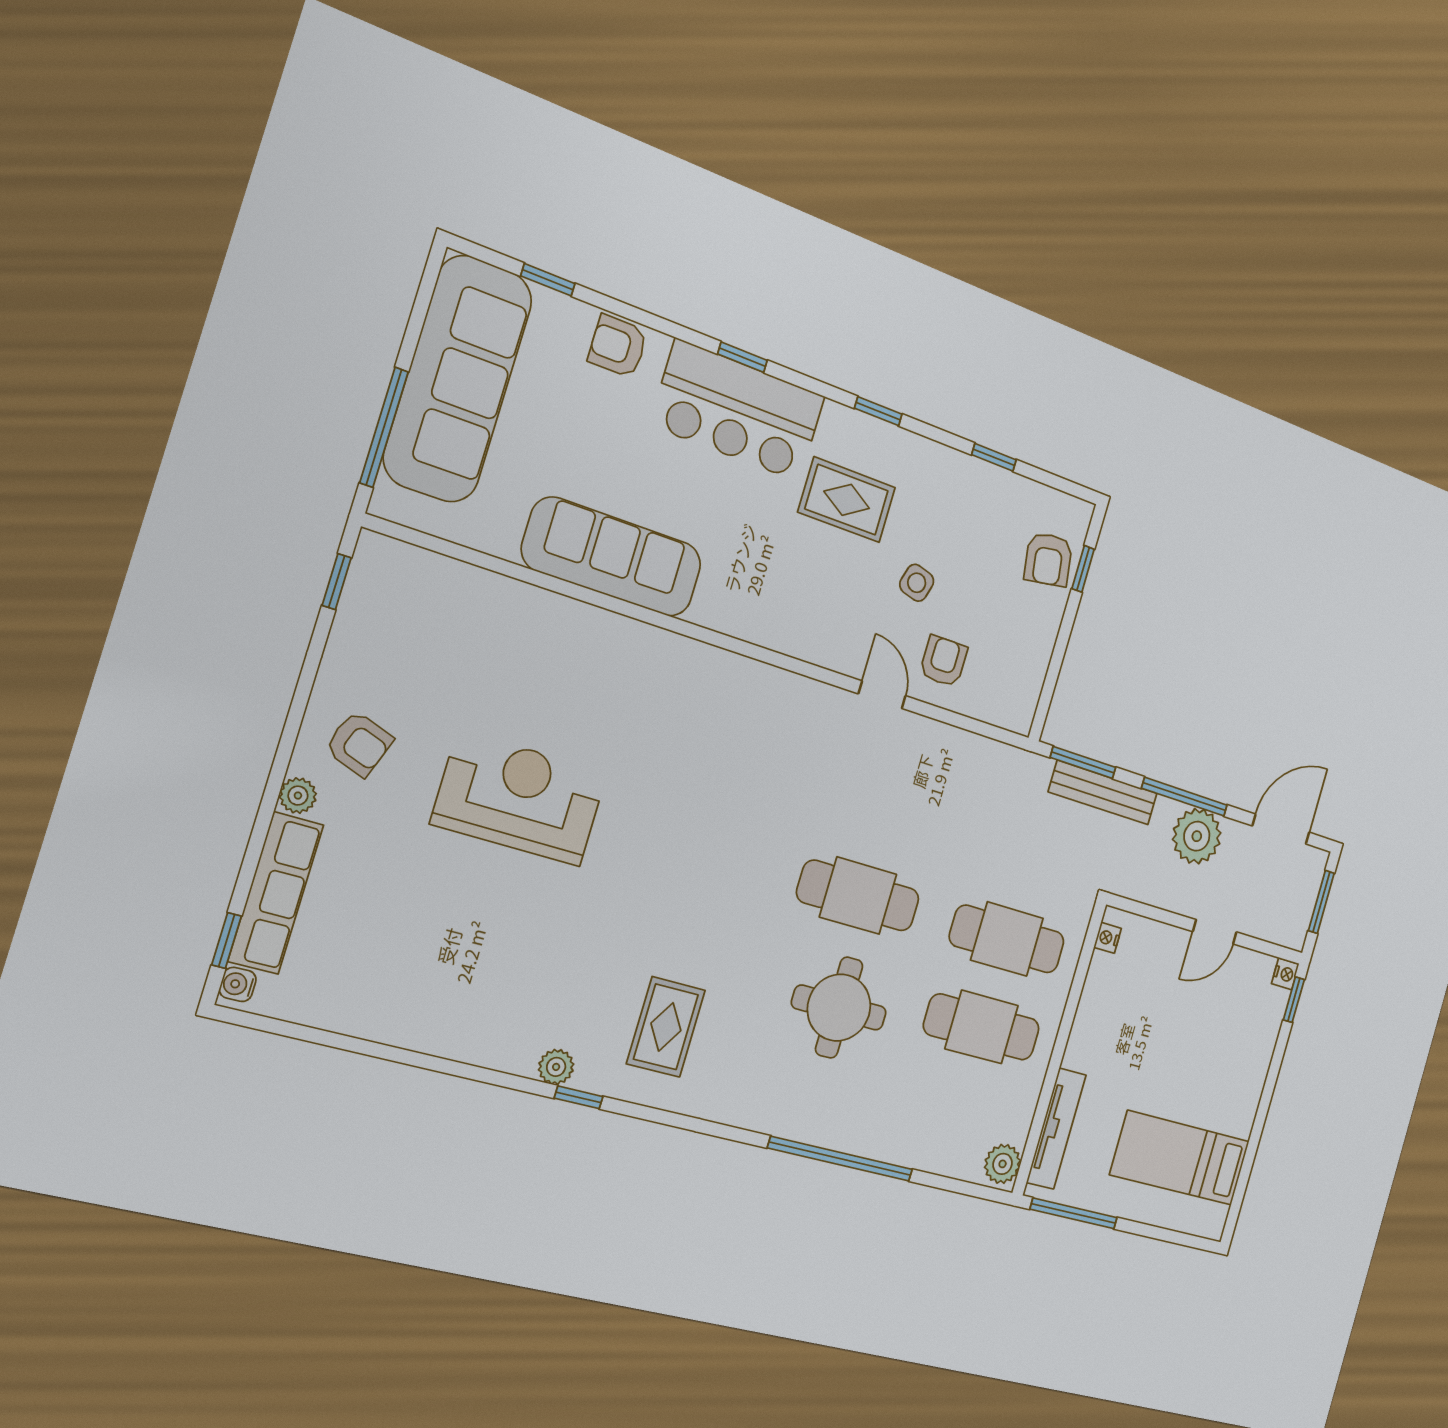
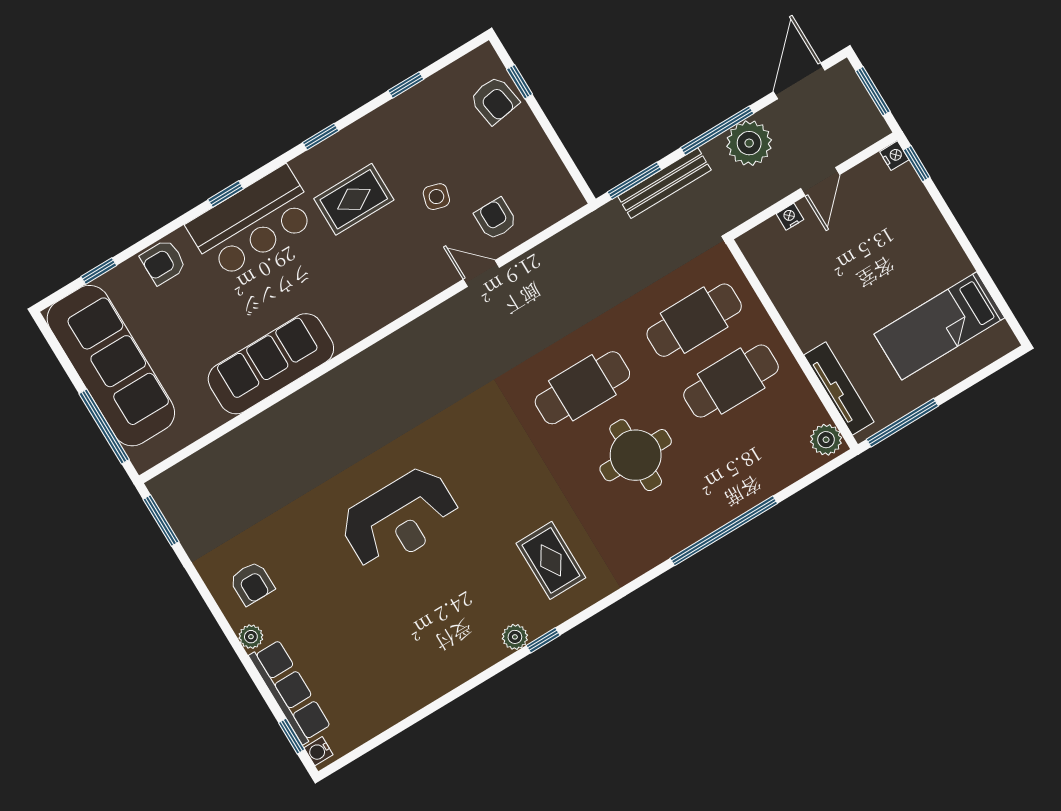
window: (337, 582) -> (161, 520), width x1.50
armchair: (359, 744) -> (252, 583), turned 70
reception desk: (520, 798) -> (400, 519), moved, turned 180
nightstand: (1108, 938) -> (790, 217), moved, turned 90

